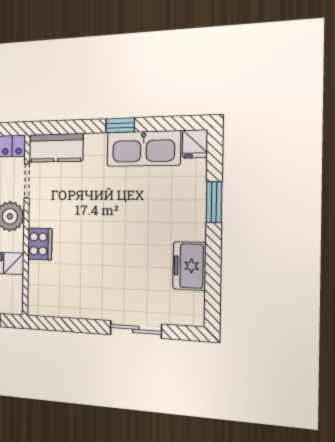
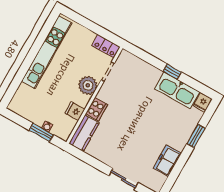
kitchen counter: (56, 148) -> (84, 133), moved, turned -90

